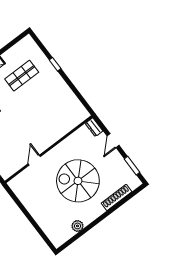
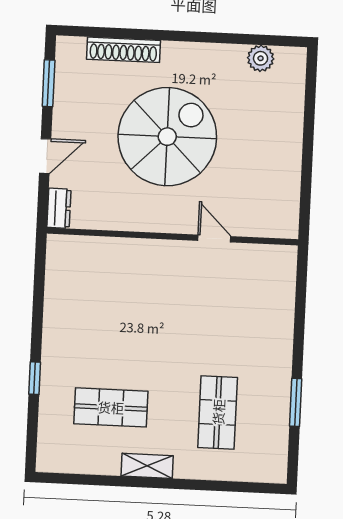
door: (34, 160) -> (214, 238), swing flipped
spiral stairs: (78, 181) -> (167, 137), turned -90
plant: (77, 226) -> (261, 58), moved

